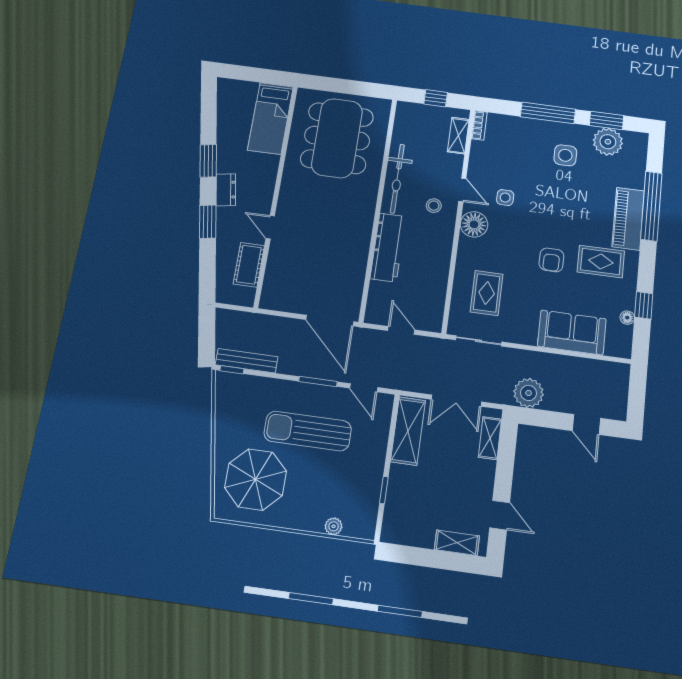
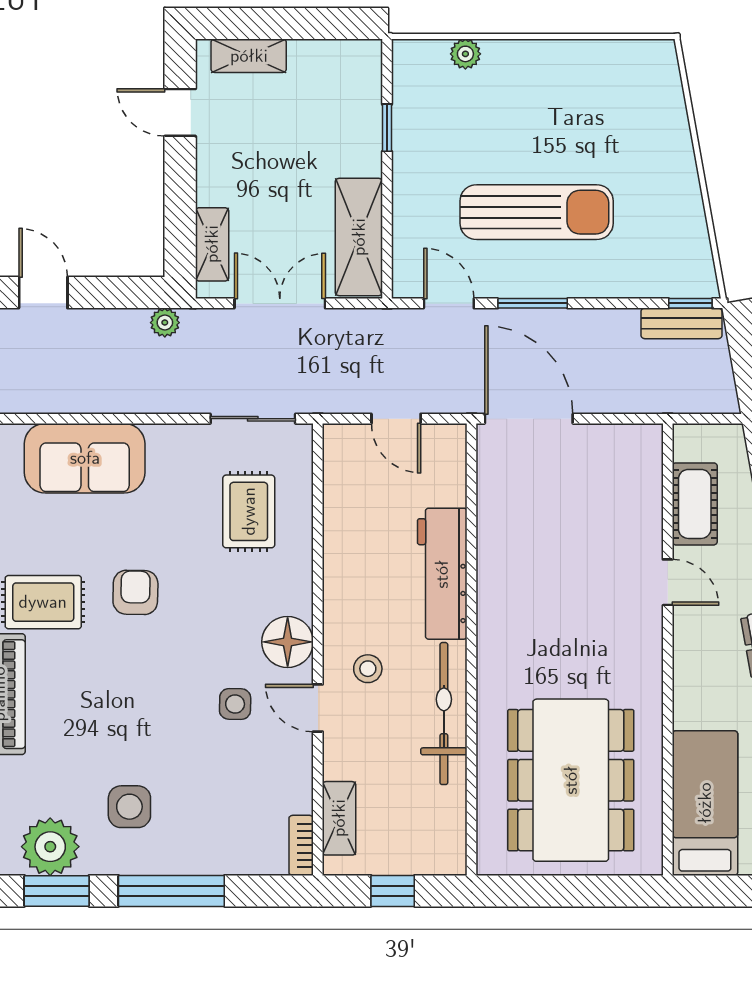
bench: (247, 361) -> (682, 323), width x0.73
plant: (529, 393) -> (165, 323), width x0.53, depth x0.53
parasol: (256, 479) -> (614, 115), removed

